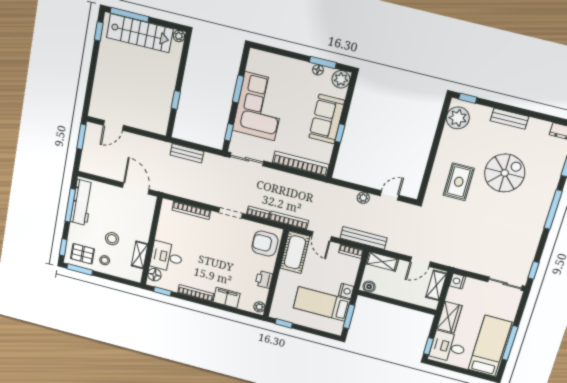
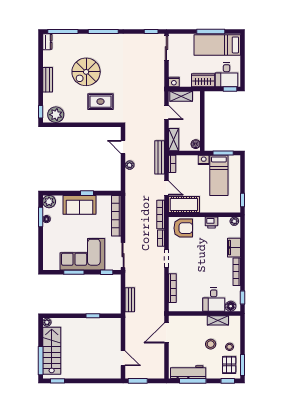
spiral stairs: (505, 173) -> (86, 72), turned -90
door: (322, 236) -> (166, 188), hinge flipped
armchair: (265, 244) -> (183, 228), turned -90

